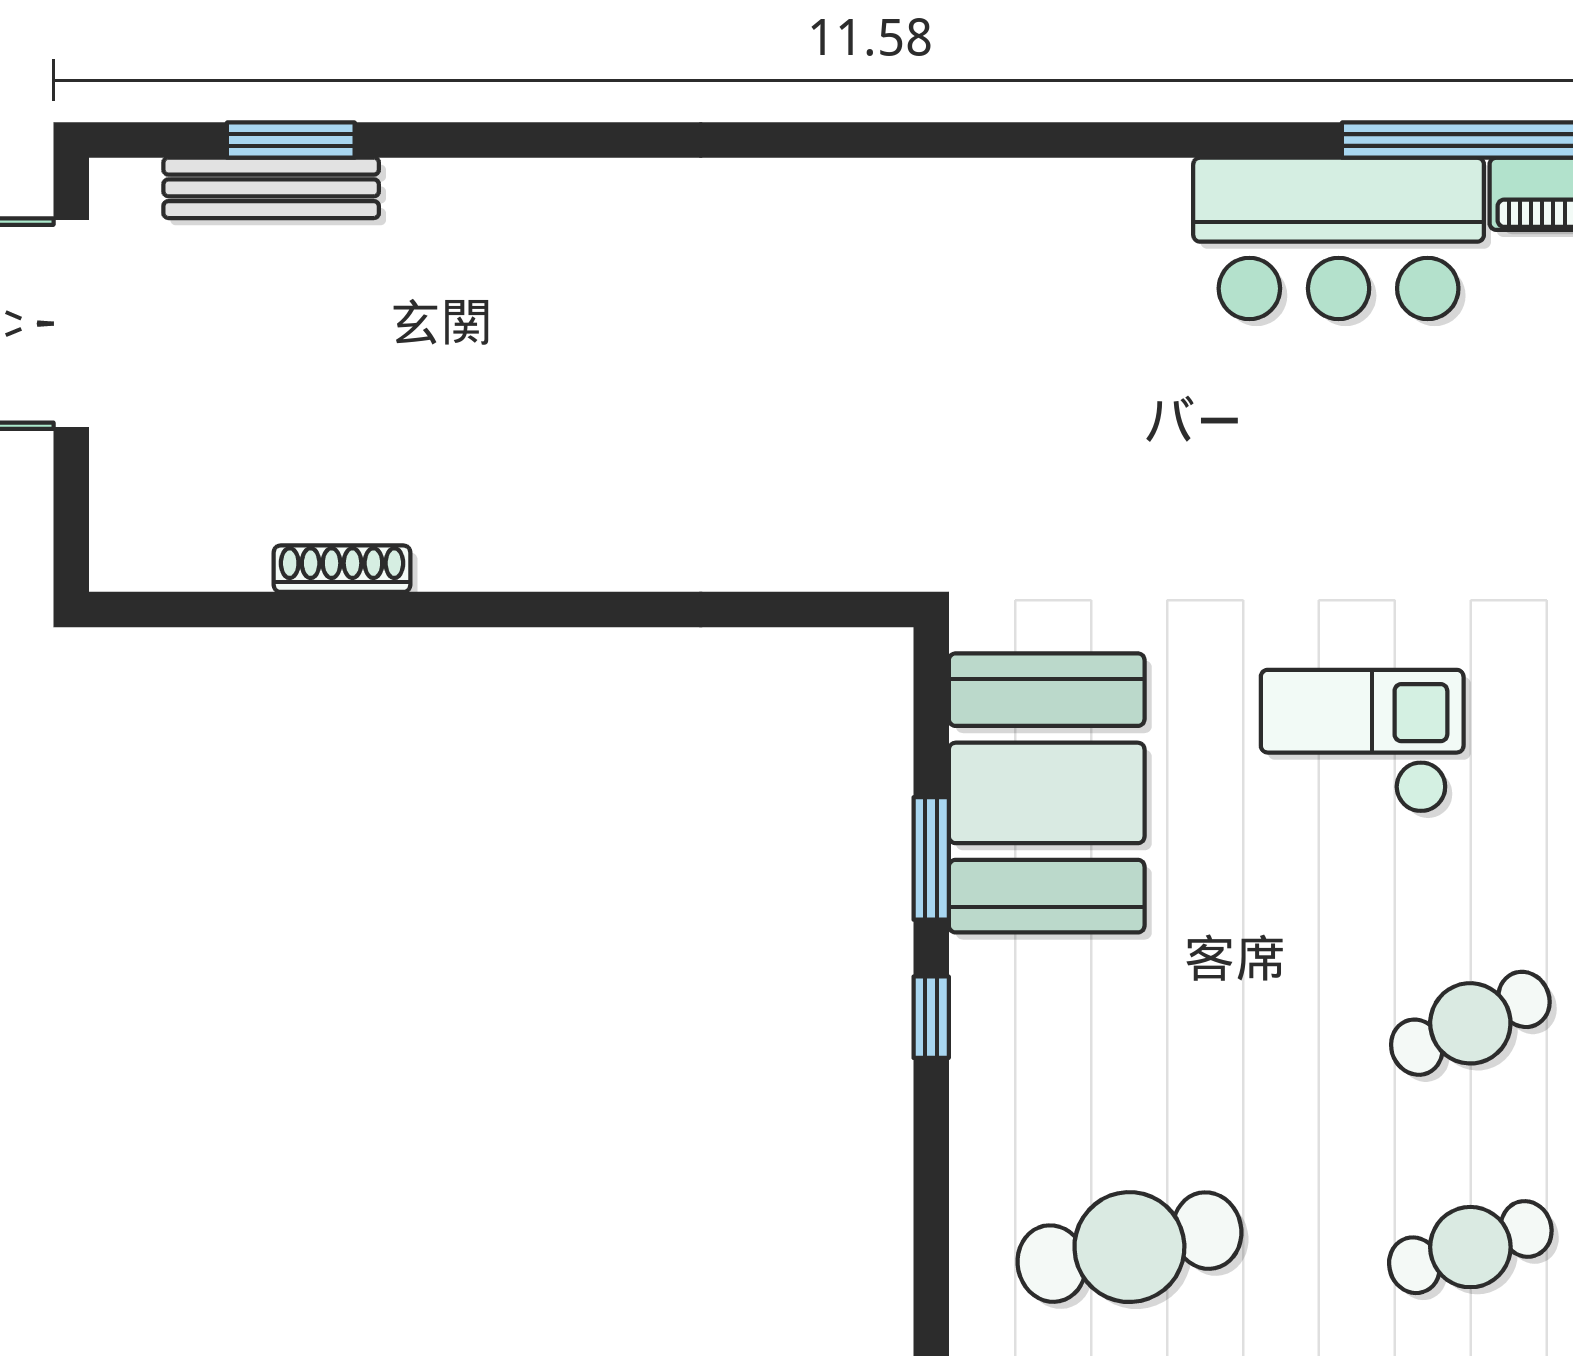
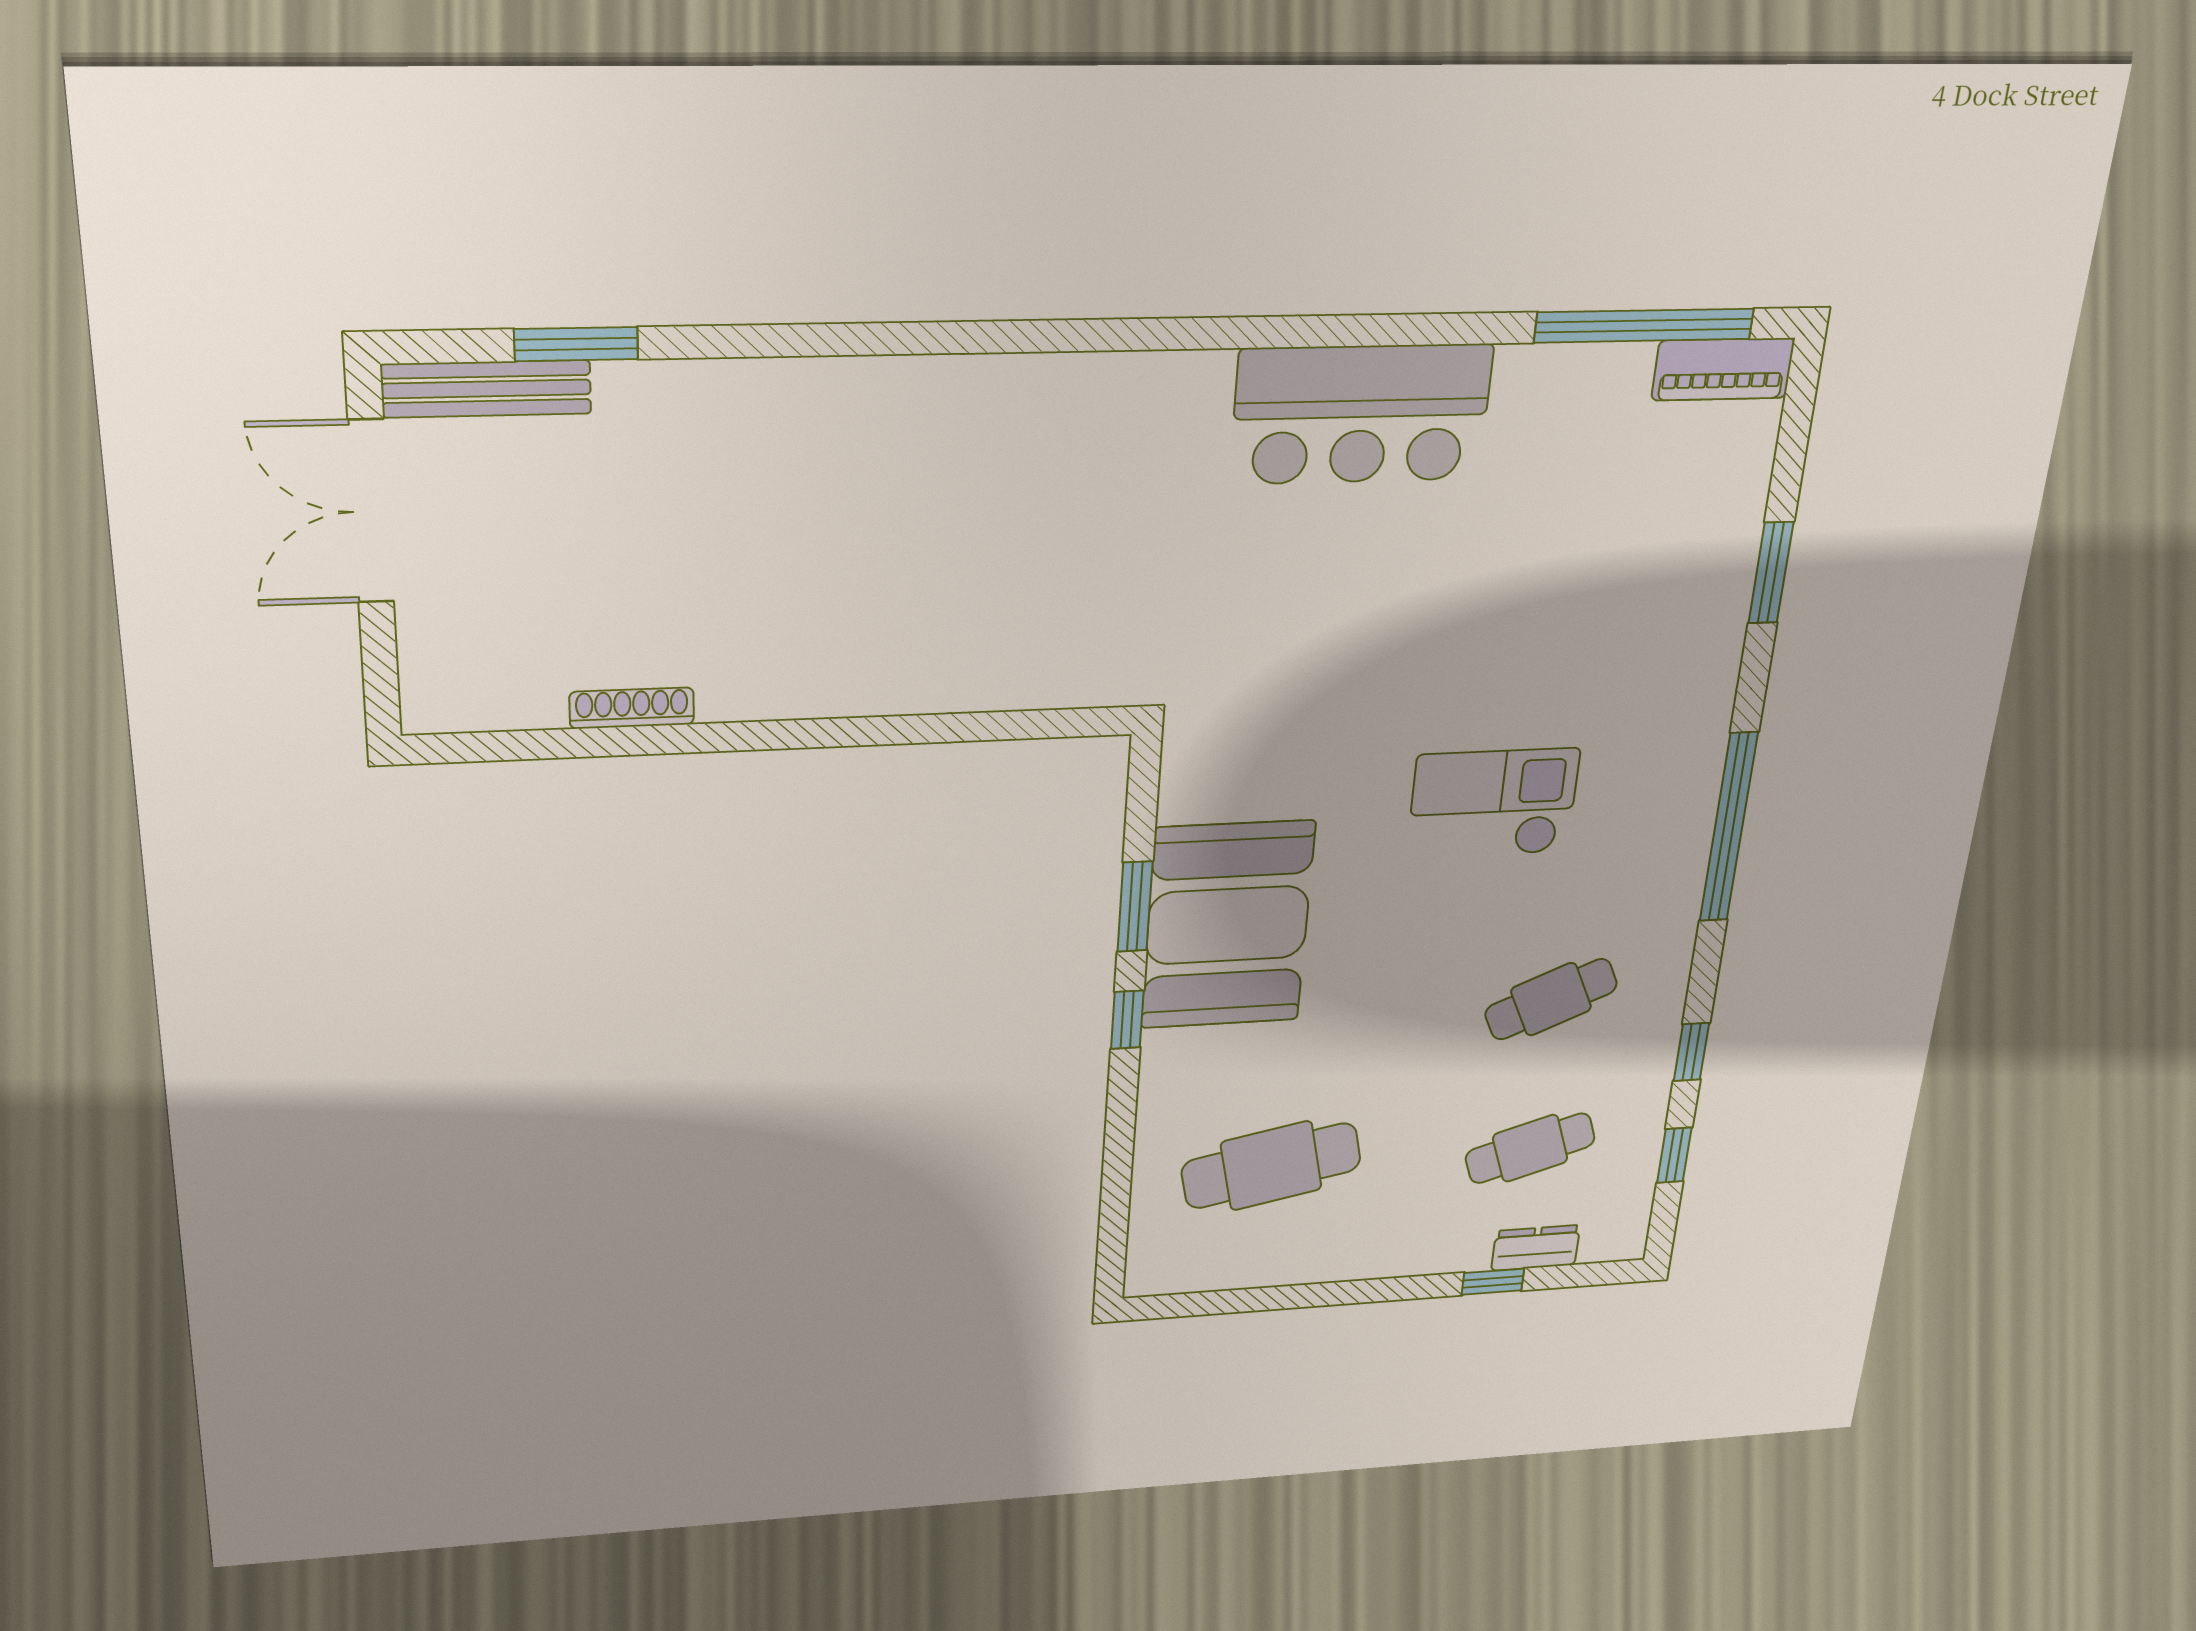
bench: (271, 188) -> (486, 389), moved
bar counter: (1339, 238) -> (1361, 414), moved
booth: (1047, 793) -> (1227, 925), moved

